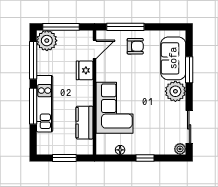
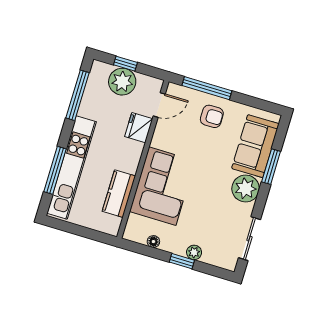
window: (61, 27) -> (125, 64), width x0.46
plant: (47, 41) -> (122, 82), moved
kitchen unit: (45, 104) -> (72, 168), width x1.36
window: (33, 106) -> (55, 170), moved
plant: (180, 149) -> (194, 252), moved
window: (64, 158) -> (80, 231), removed

